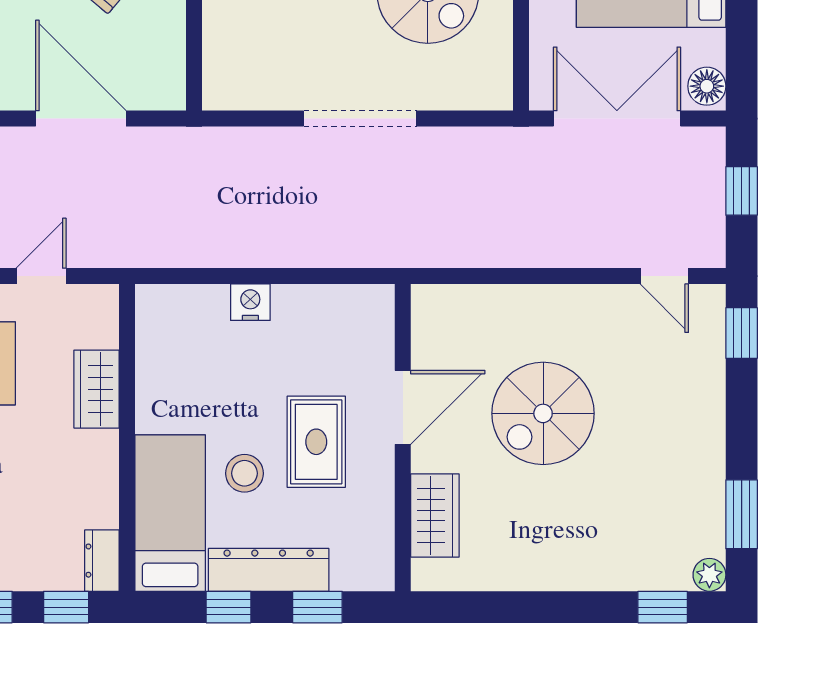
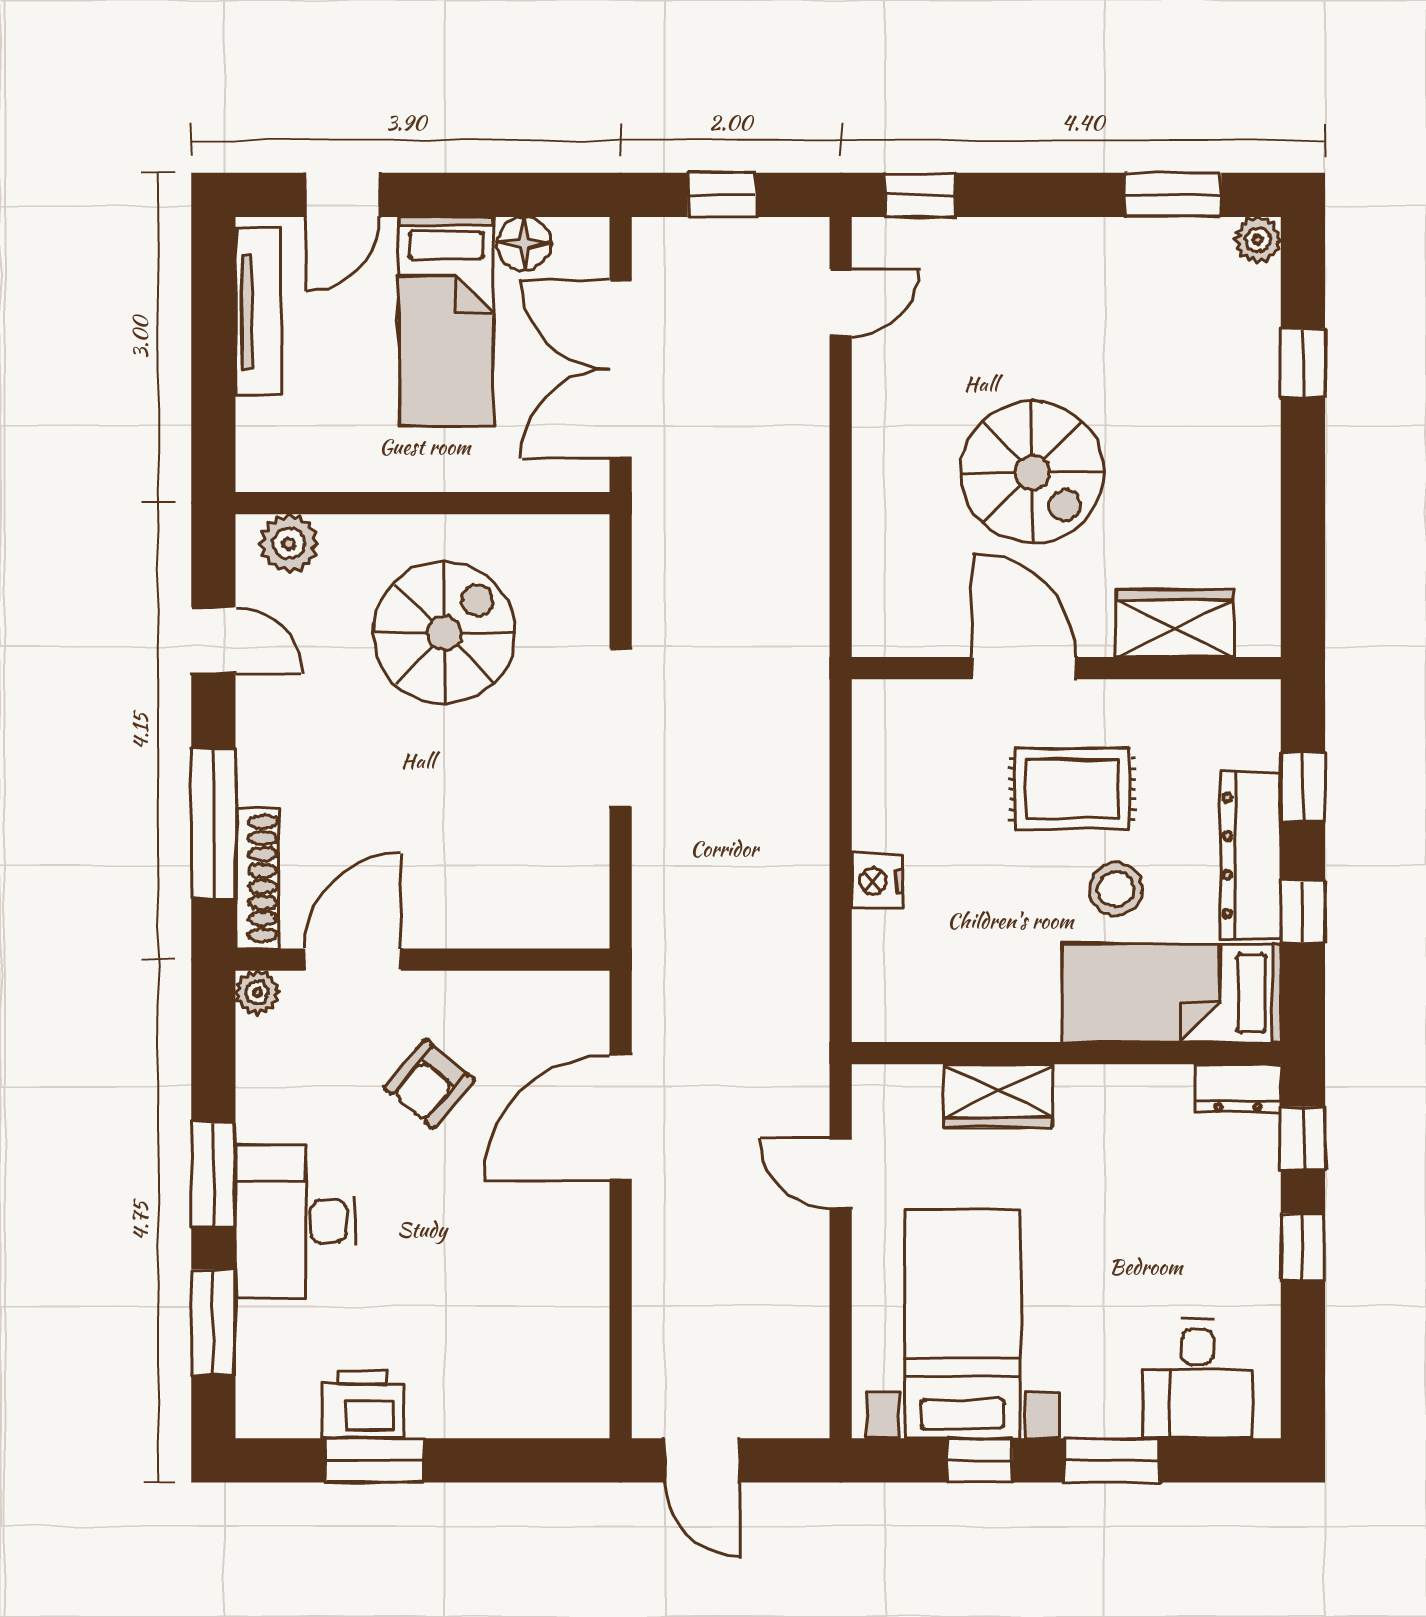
floor lamp: (707, 86) -> (524, 244), moved
window: (663, 607) -> (1303, 363), moved

